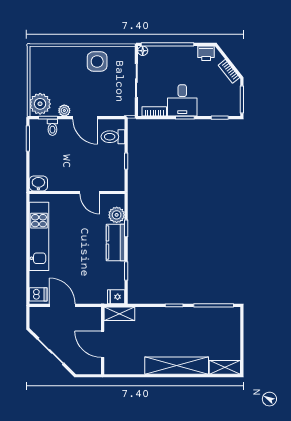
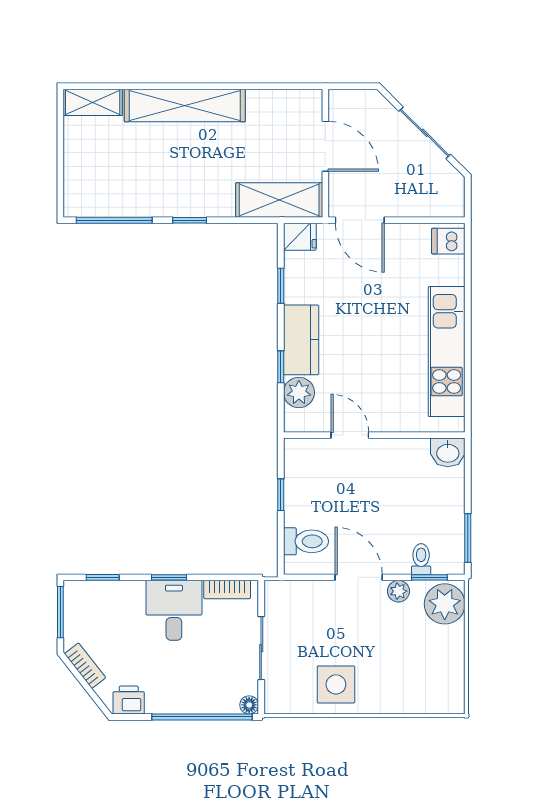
door: (62, 305) -> (360, 220), moved
shelving: (119, 314) -> (279, 200), width x1.50, depth x1.33

